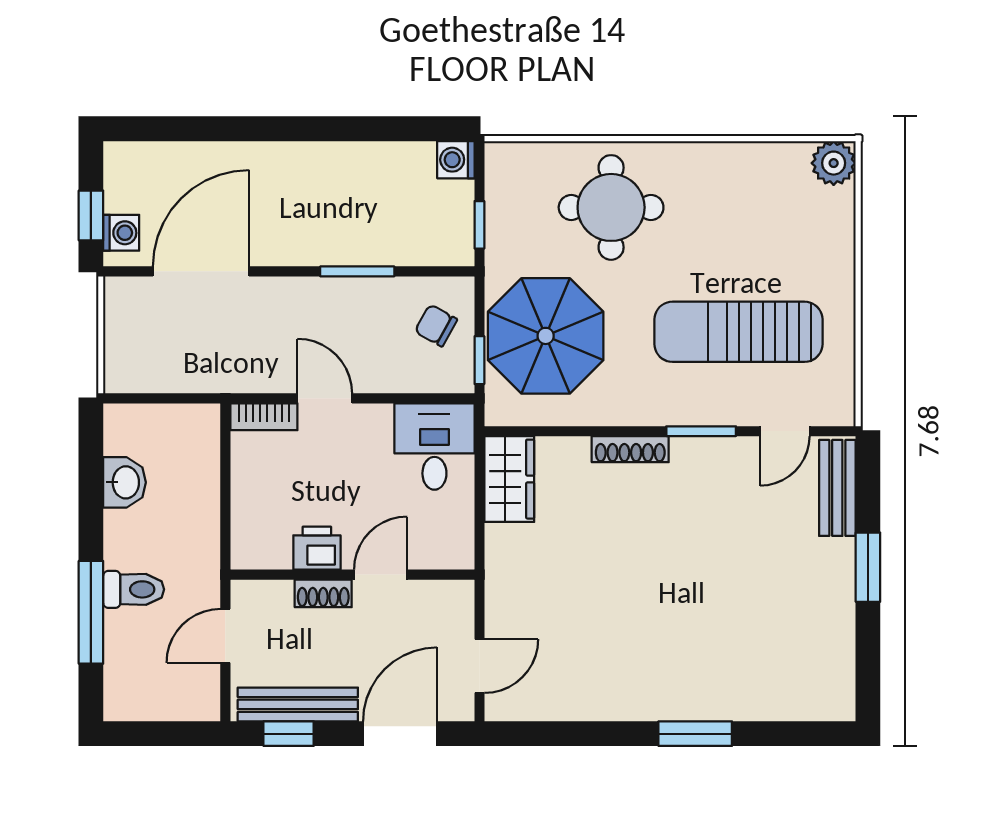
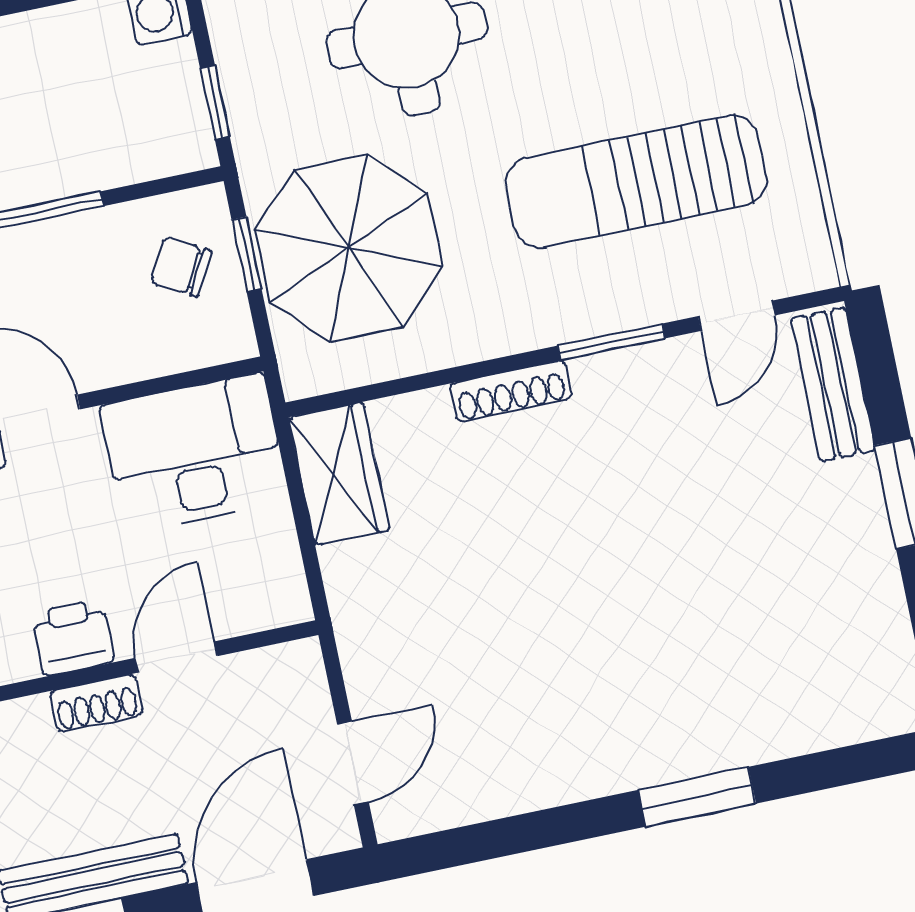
window: (479, 360) -> (247, 254), moved
desk: (434, 447) -> (194, 453), width x1.37

